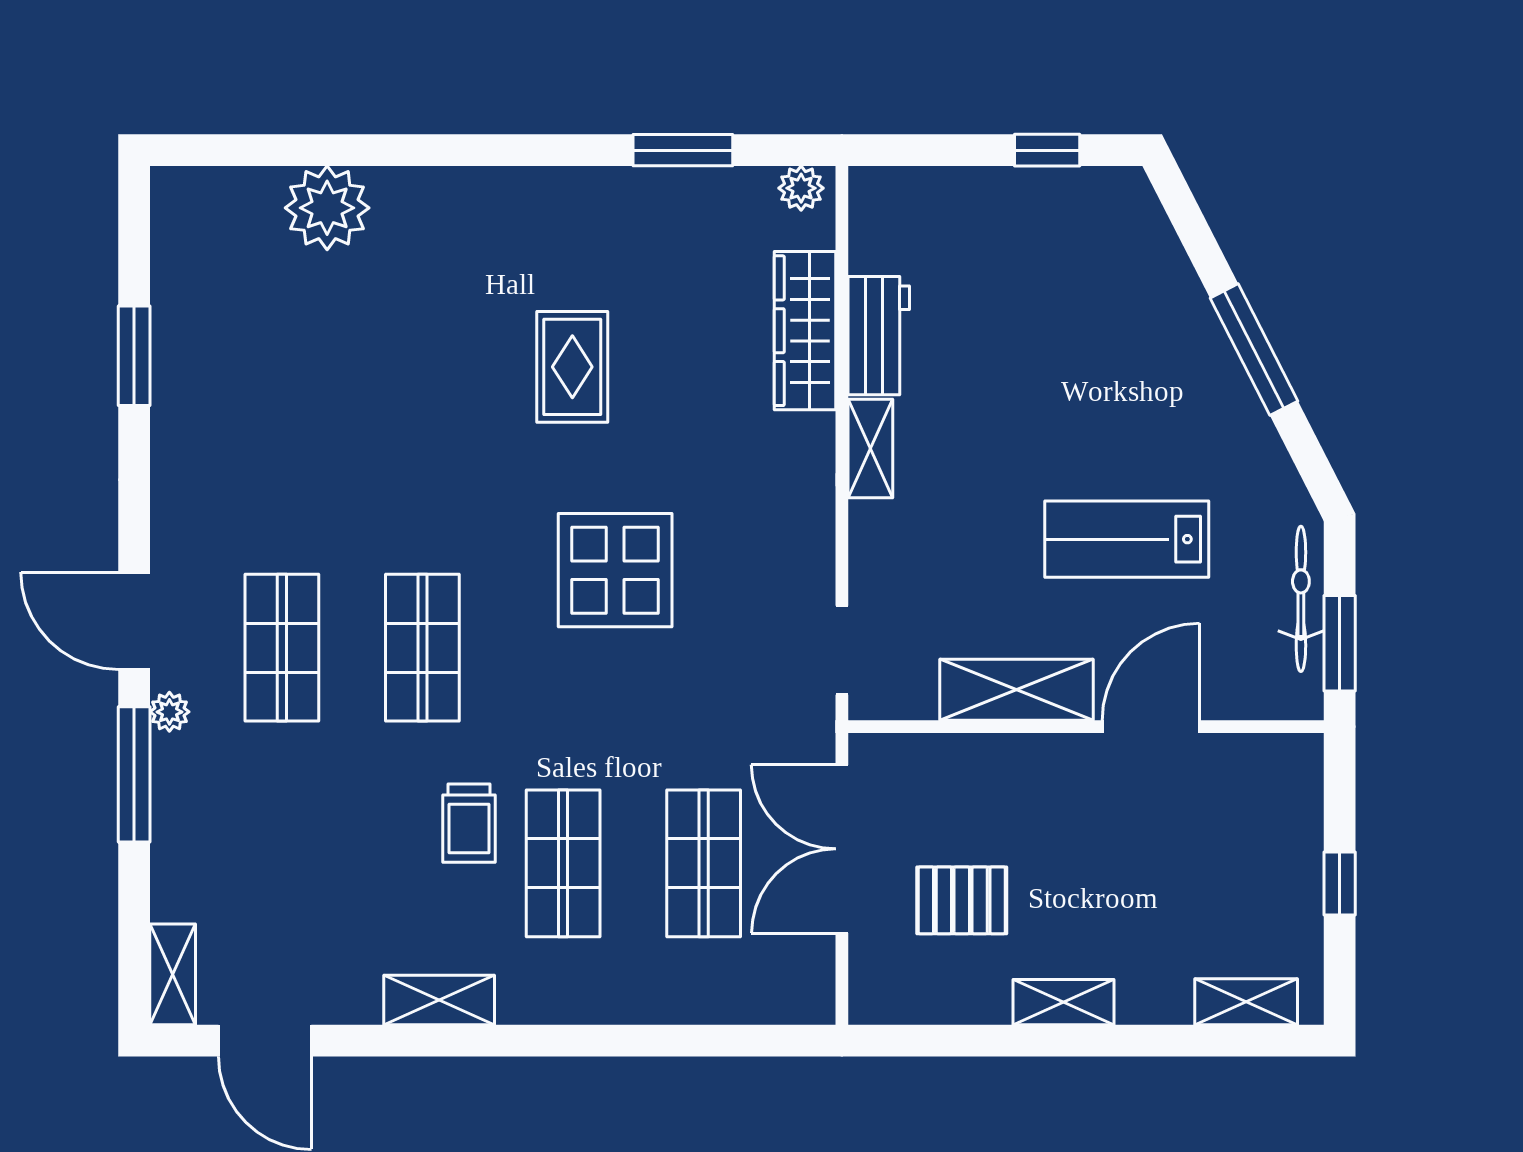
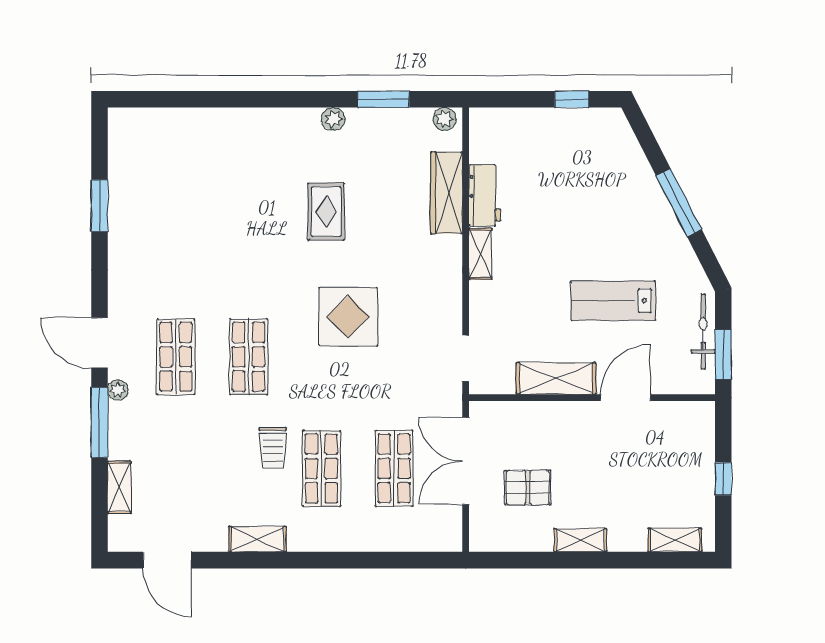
plant: (327, 208) -> (333, 119), moved, width x0.53, depth x0.53
shelving: (173, 974) -> (119, 487), moved

